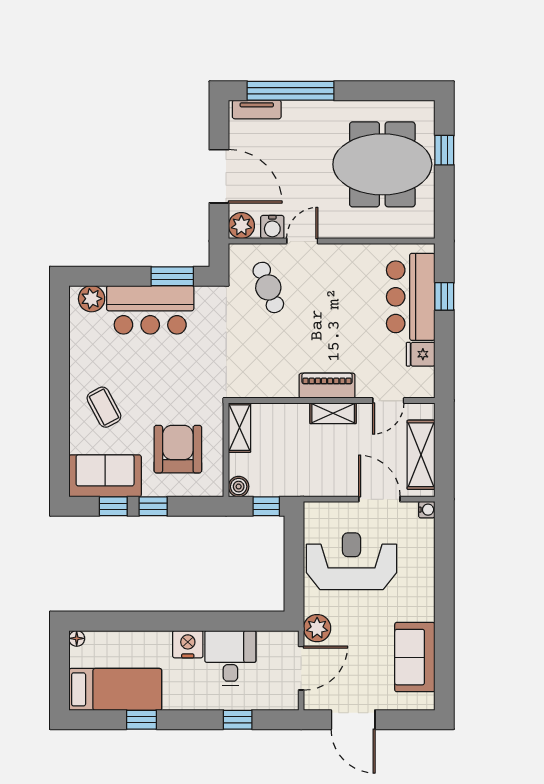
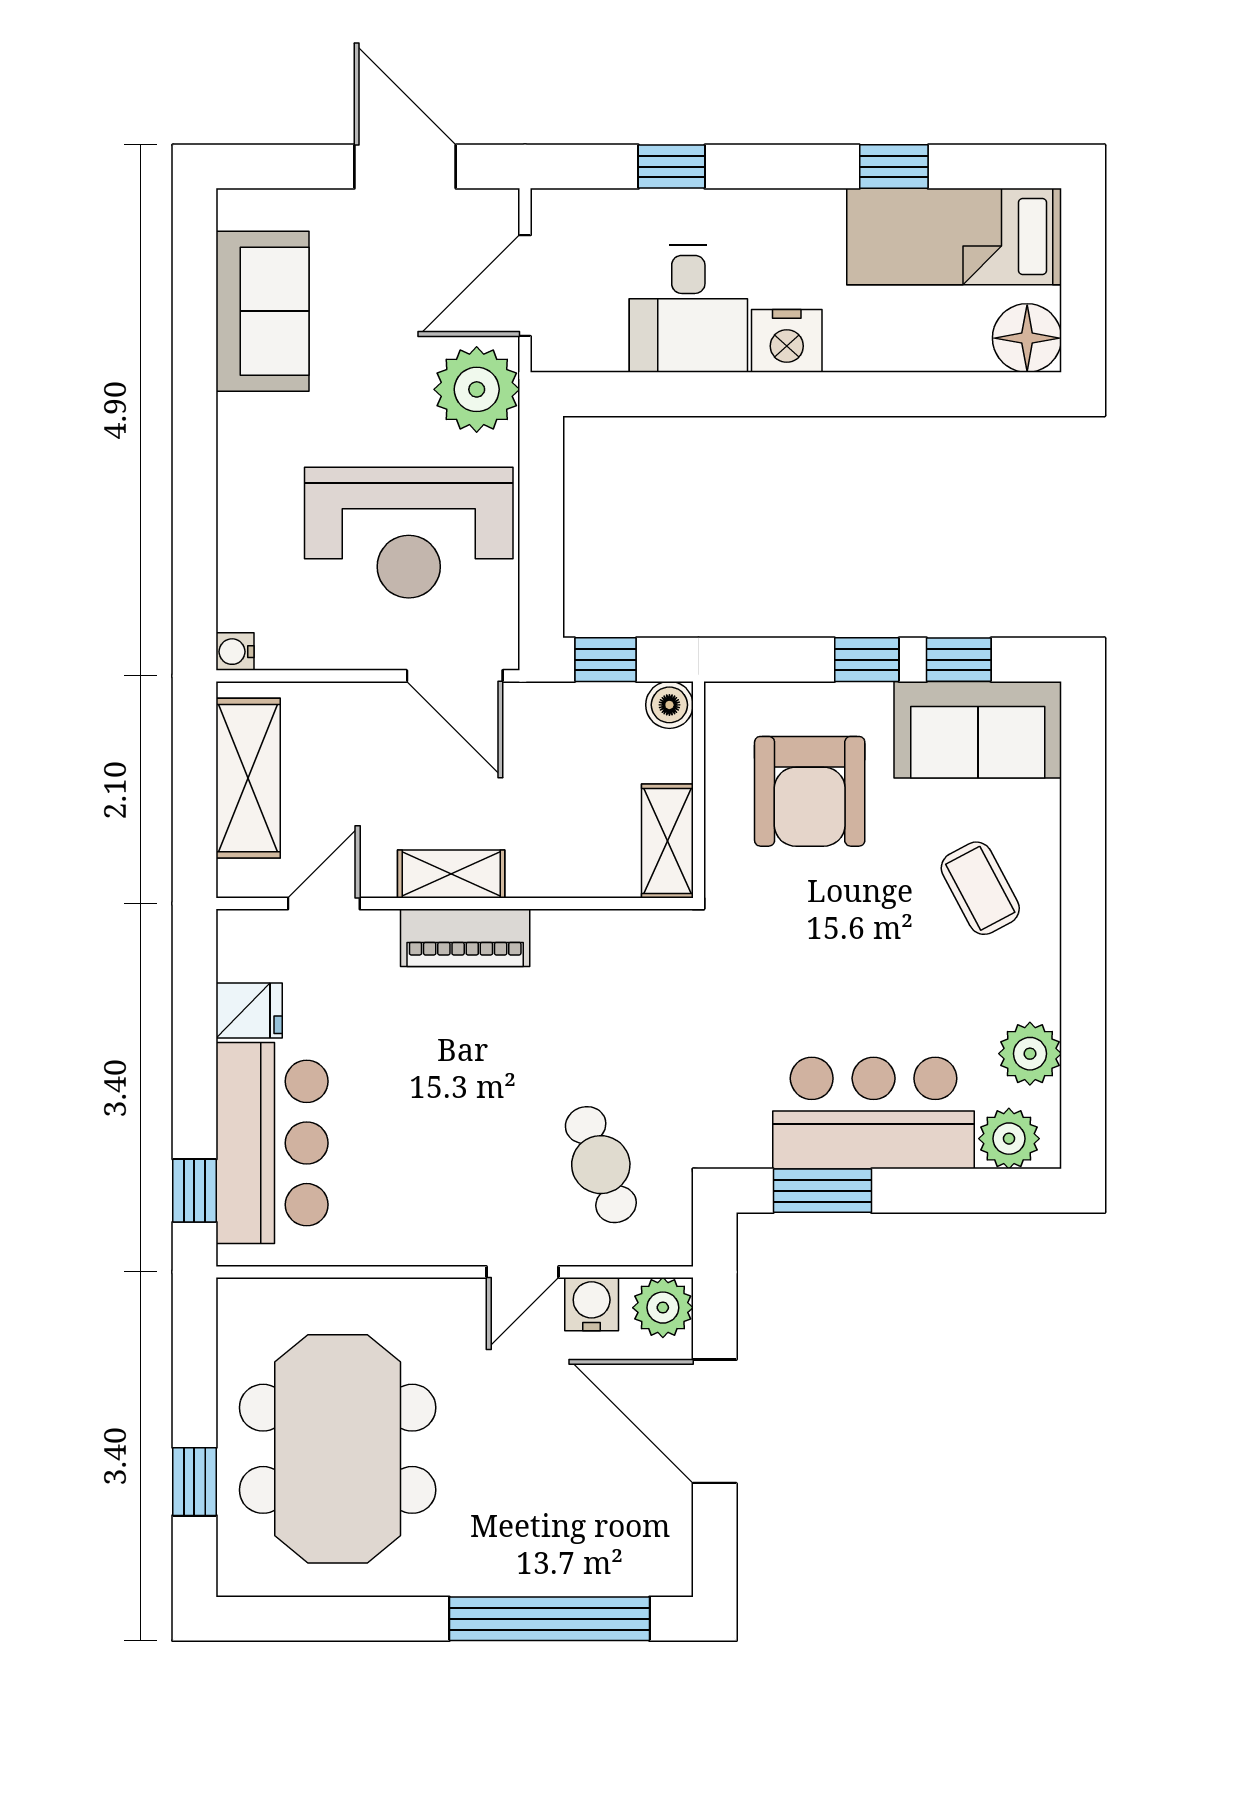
tv unit: (257, 109) -> (628, 1576), removed
meeting table: (382, 164) -> (338, 1449), turned 90
window: (444, 296) -> (194, 1191), moved
plant: (82, 336) -> (1030, 1054), added
door: (379, 499) -> (455, 676), moved
plant: (317, 628) -> (477, 389), width x1.36, depth x1.36
floor lamp: (77, 638) -> (1027, 338), width x1.89, depth x1.89

